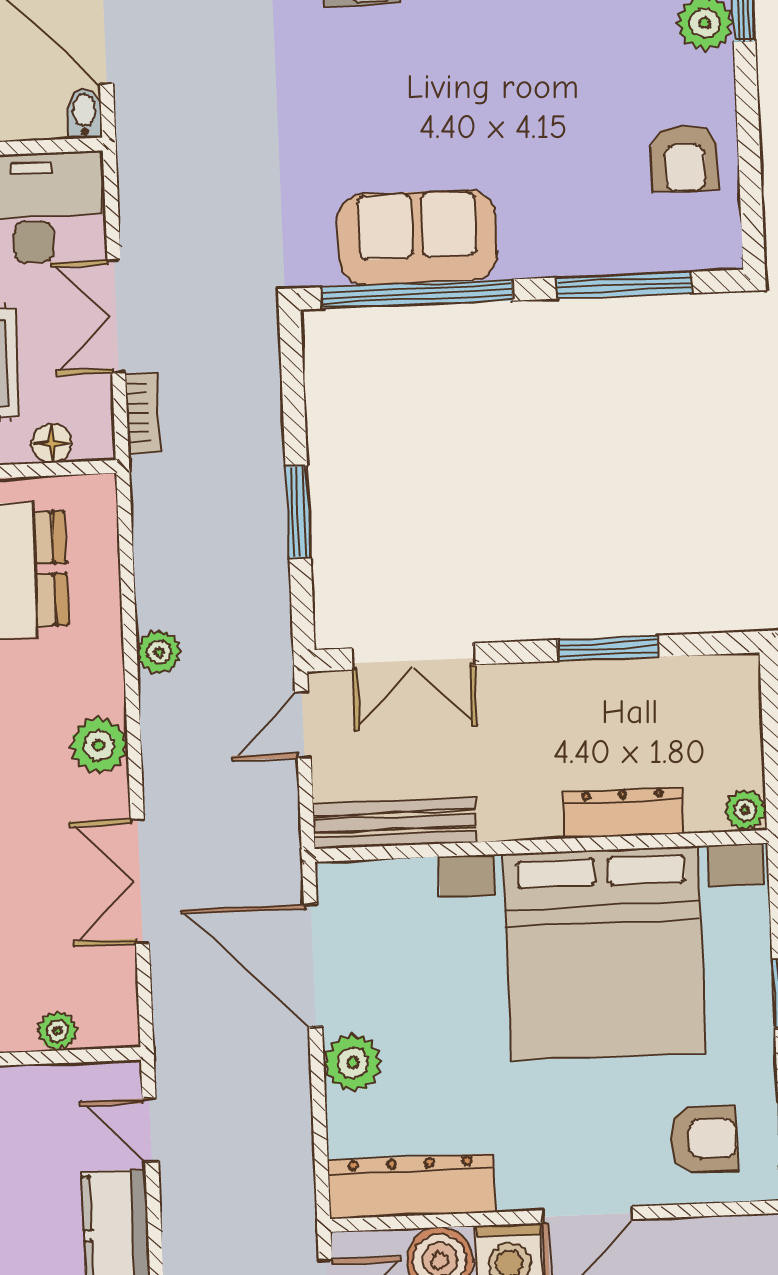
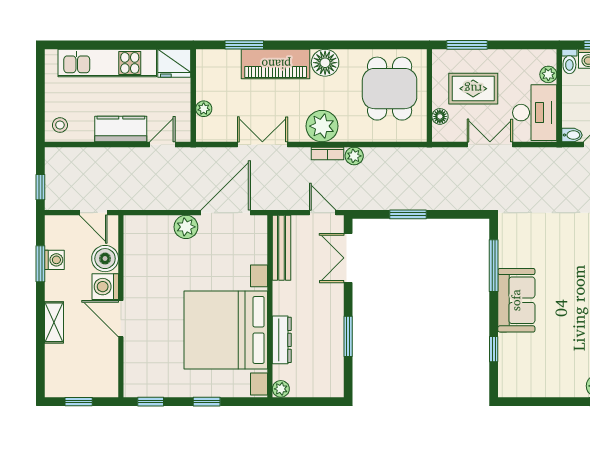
armchair: (685, 158) -> (544, 376), removed
sofa: (417, 238) -> (516, 300), moved
window: (624, 285) -> (494, 349), width x0.46
window: (417, 294) -> (494, 266), width x0.68
bookcase: (143, 413) -> (327, 153), moved
plant: (99, 745) -> (322, 126), width x1.36, depth x1.36
armchair: (704, 1139) -> (149, 367), removed
dresser: (411, 1186) -> (135, 248), removed

